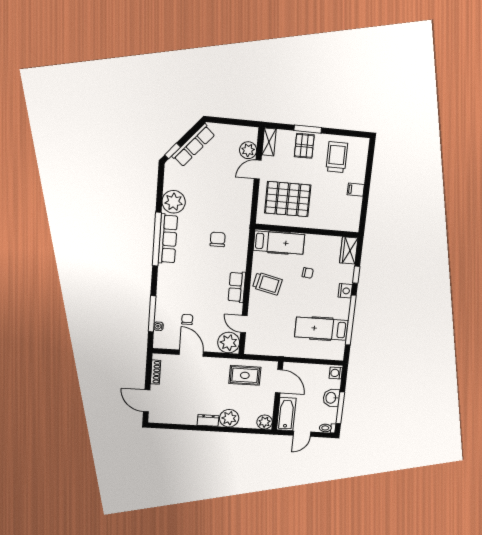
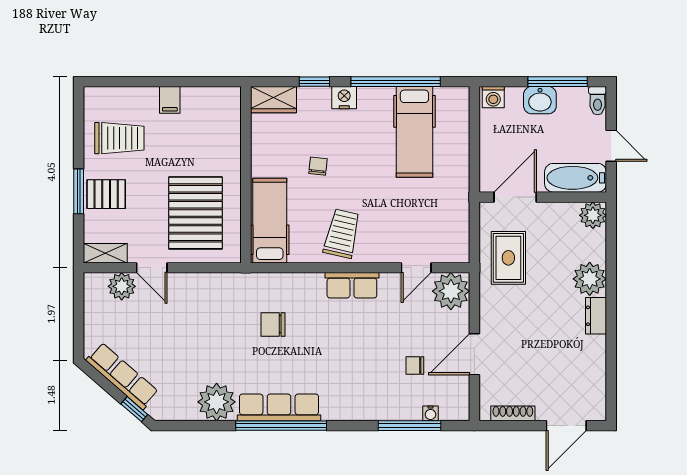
trolley: (337, 157) -> (119, 138), turned 180

